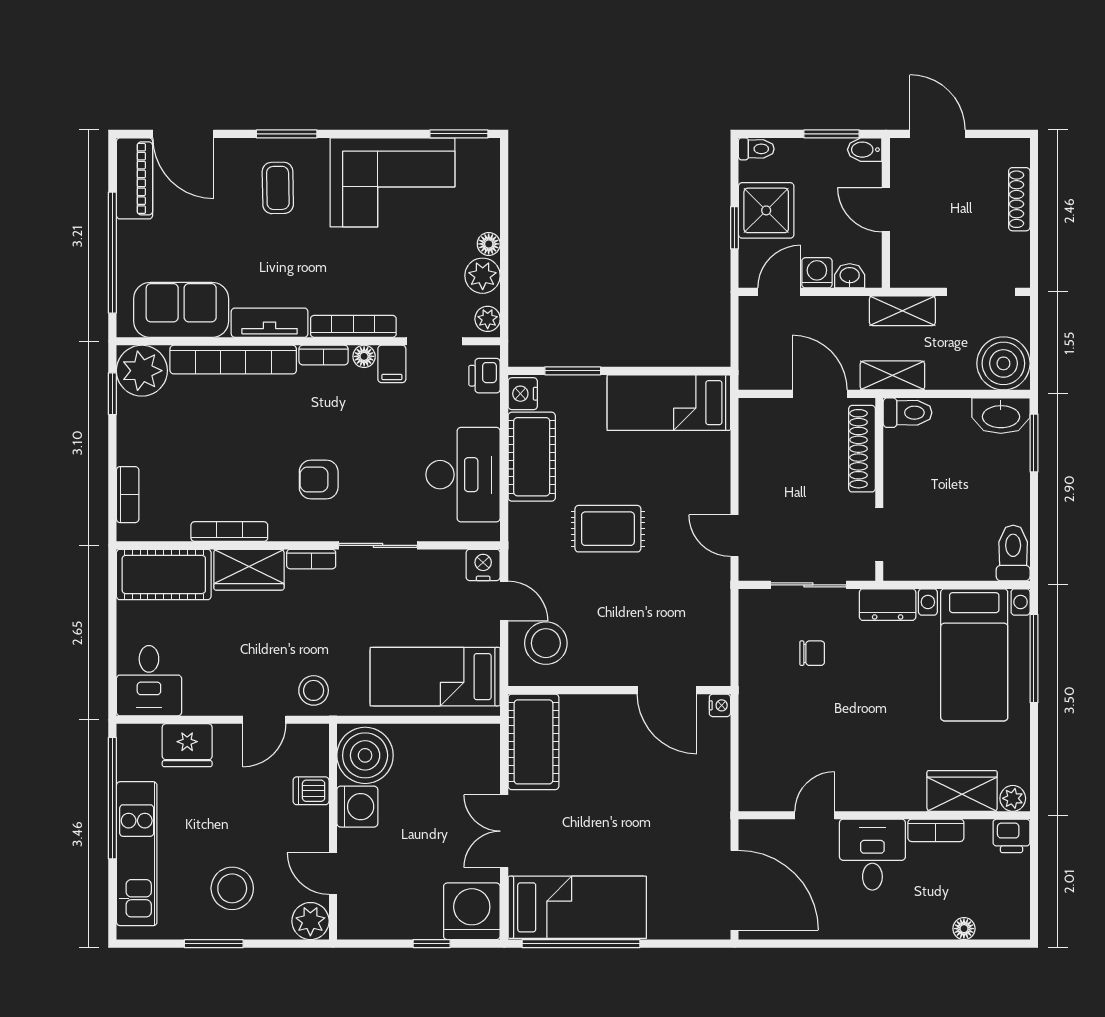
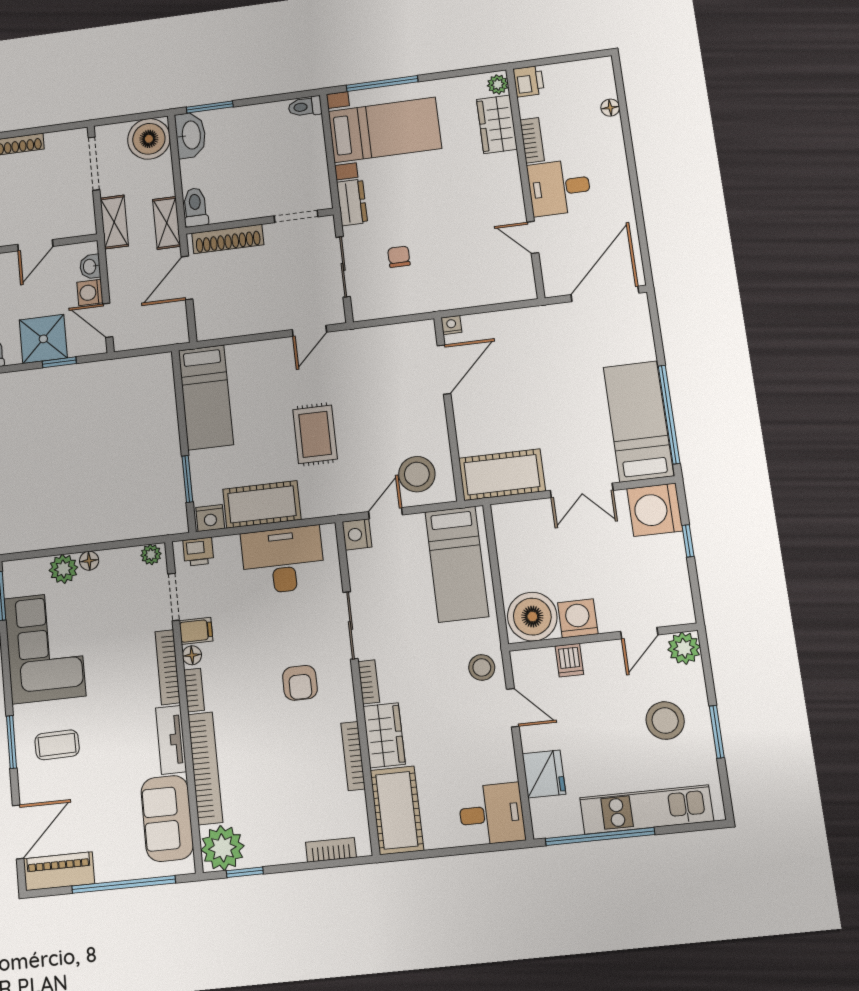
plant: (483, 276) -> (63, 569), moved
toilet: (1013, 553) -> (305, 107), width x0.73, depth x0.72

